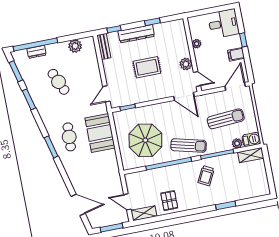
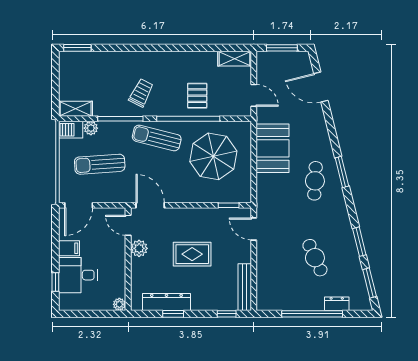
desk: (223, 24) -> (78, 275), moved
dresser: (136, 34) -> (166, 302), moved
window: (243, 40) -> (55, 282), moved
plant: (197, 44) -> (119, 304), moved
window: (35, 45) -> (312, 314), moved
plant: (75, 46) -> (283, 301), removed
bench: (104, 46) -> (245, 287), width x1.36
door: (106, 94) -> (254, 229), swing flipped
booth: (100, 133) -> (273, 148), moved
pallet: (169, 201) -> (197, 96), moved
door: (127, 202) -> (254, 95), moved
window: (226, 205) -> (77, 48), moved

